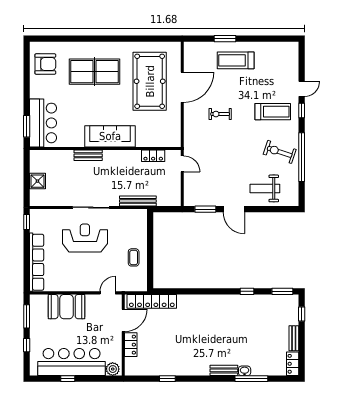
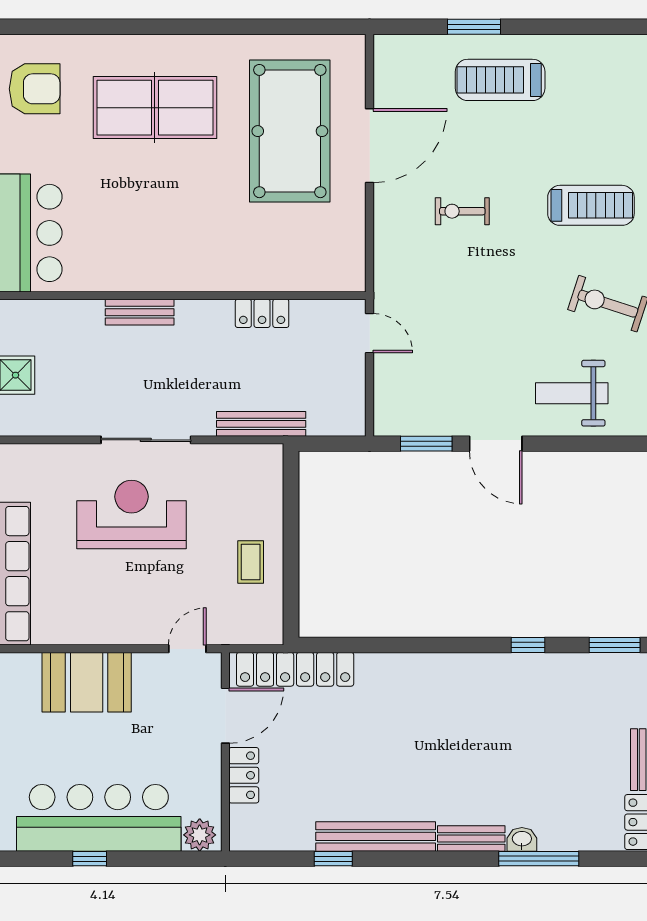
sofa: (110, 136) -> (193, 266), removed
locker: (153, 156) -> (262, 313), moved
bench: (185, 370) -> (376, 836), added

